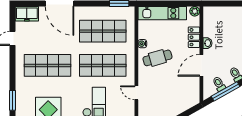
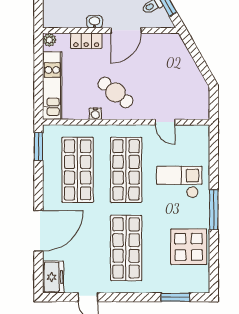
cafe table: (157, 58) -> (115, 92), turned -35
door: (201, 65) -> (126, 30), hinge flipped
door: (136, 93) -> (165, 122), hinge flipped

